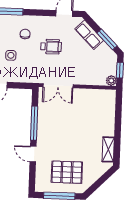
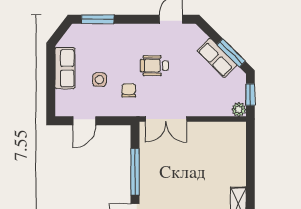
chair: (25, 34) -> (129, 90), moved
row of seats: (89, 35) -> (217, 58), moved
wheelchair: (51, 47) -> (154, 66), turned 180

